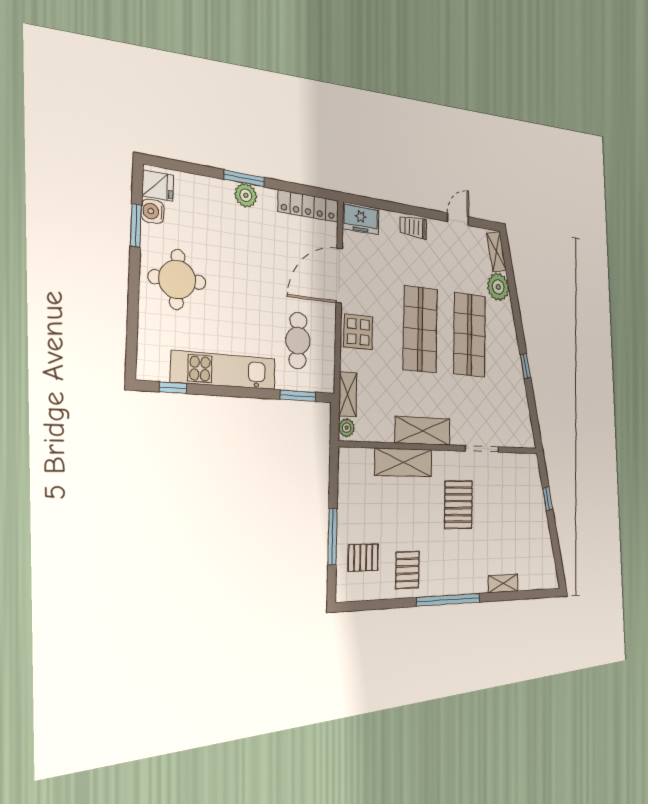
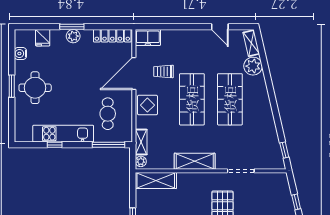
fridge: (158, 186) -> (43, 38), moved, turned 90
door: (458, 219) -> (220, 27), swing flipped
window: (136, 225) -> (12, 86), moved
trolley: (413, 227) -> (164, 71), moved
window: (525, 366) -> (284, 150), moved
window: (173, 388) -> (55, 145), moved
window: (298, 396) -> (108, 145), width x1.44
shelving: (403, 462) -> (156, 181), moved

